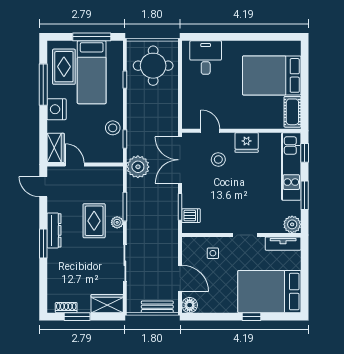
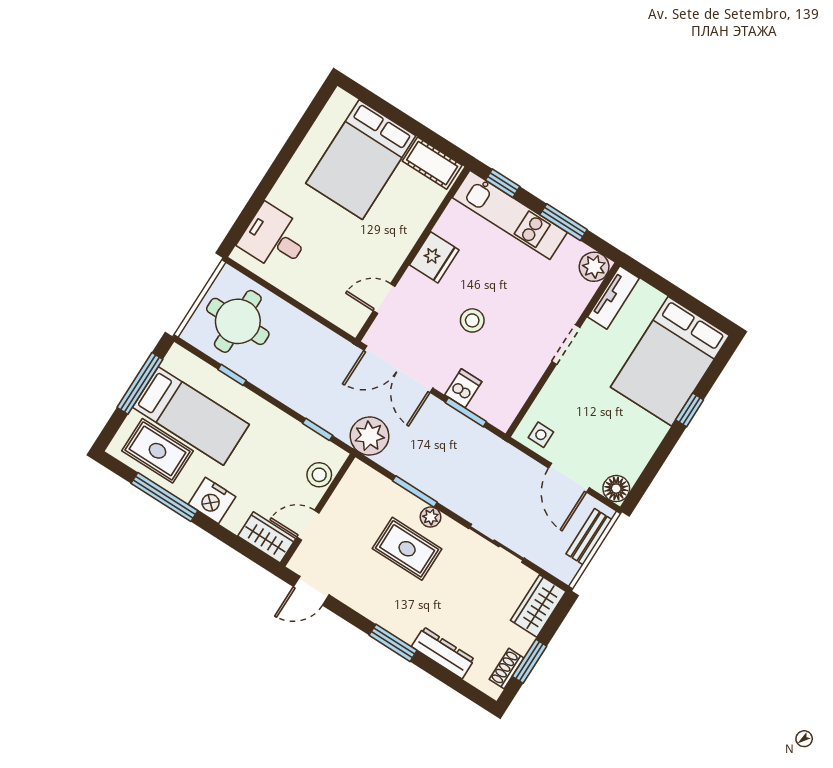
stool: (113, 128) -> (319, 475), moved
stool: (218, 159) -> (472, 320), moved
dishwasher: (191, 216) -> (463, 388), moved
dresser: (54, 230) -> (443, 653), moved
side table: (213, 253) -> (541, 435), moved
door: (180, 278) -> (569, 478), swing flipped

